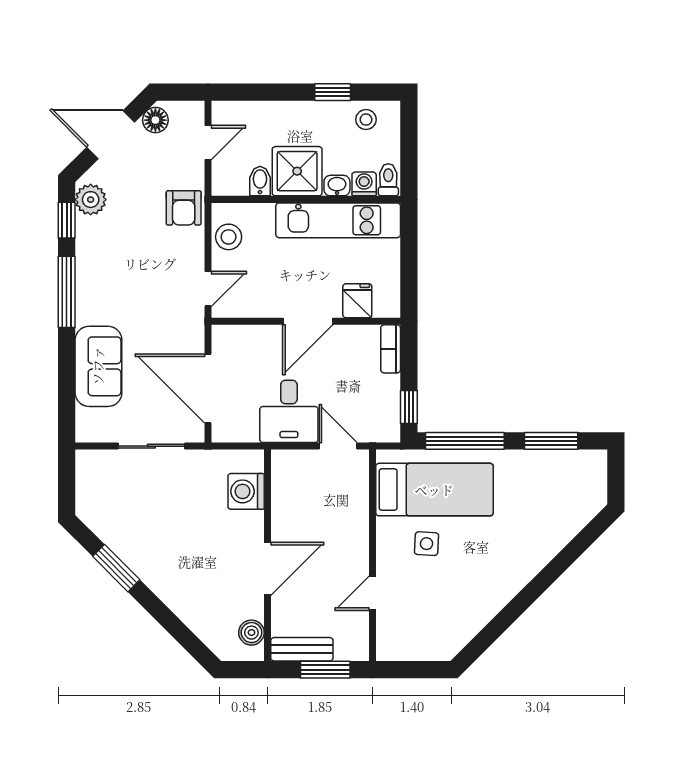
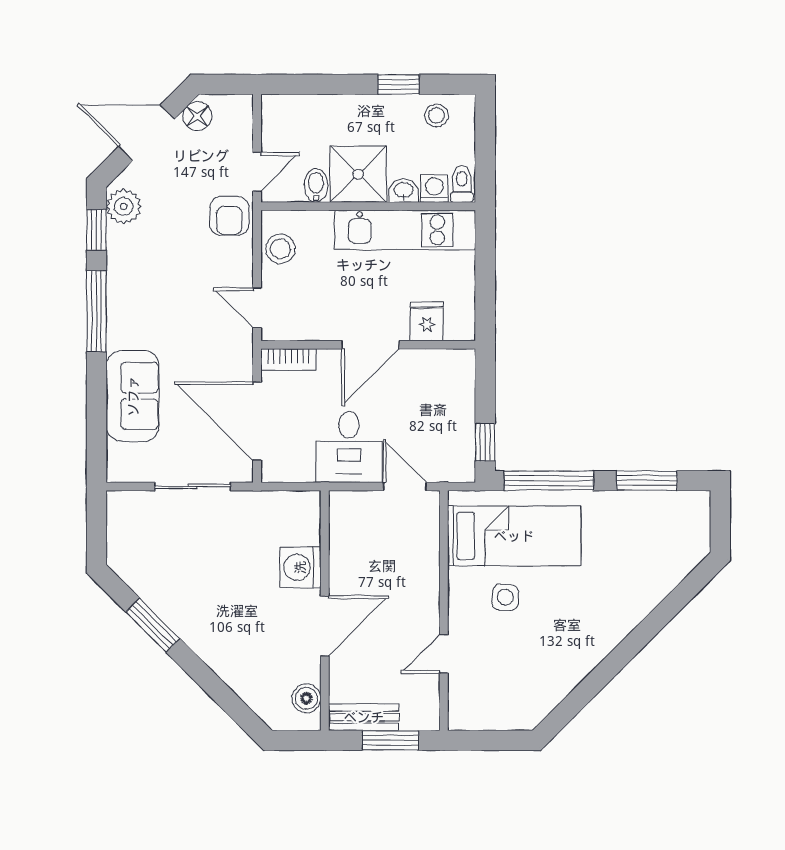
door: (208, 143) -> (257, 172), moved
door: (208, 289) -> (257, 308), swing flipped
bookcase: (391, 349) -> (288, 360), moved, turned -90
washing machine: (246, 491) -> (300, 567), moved

